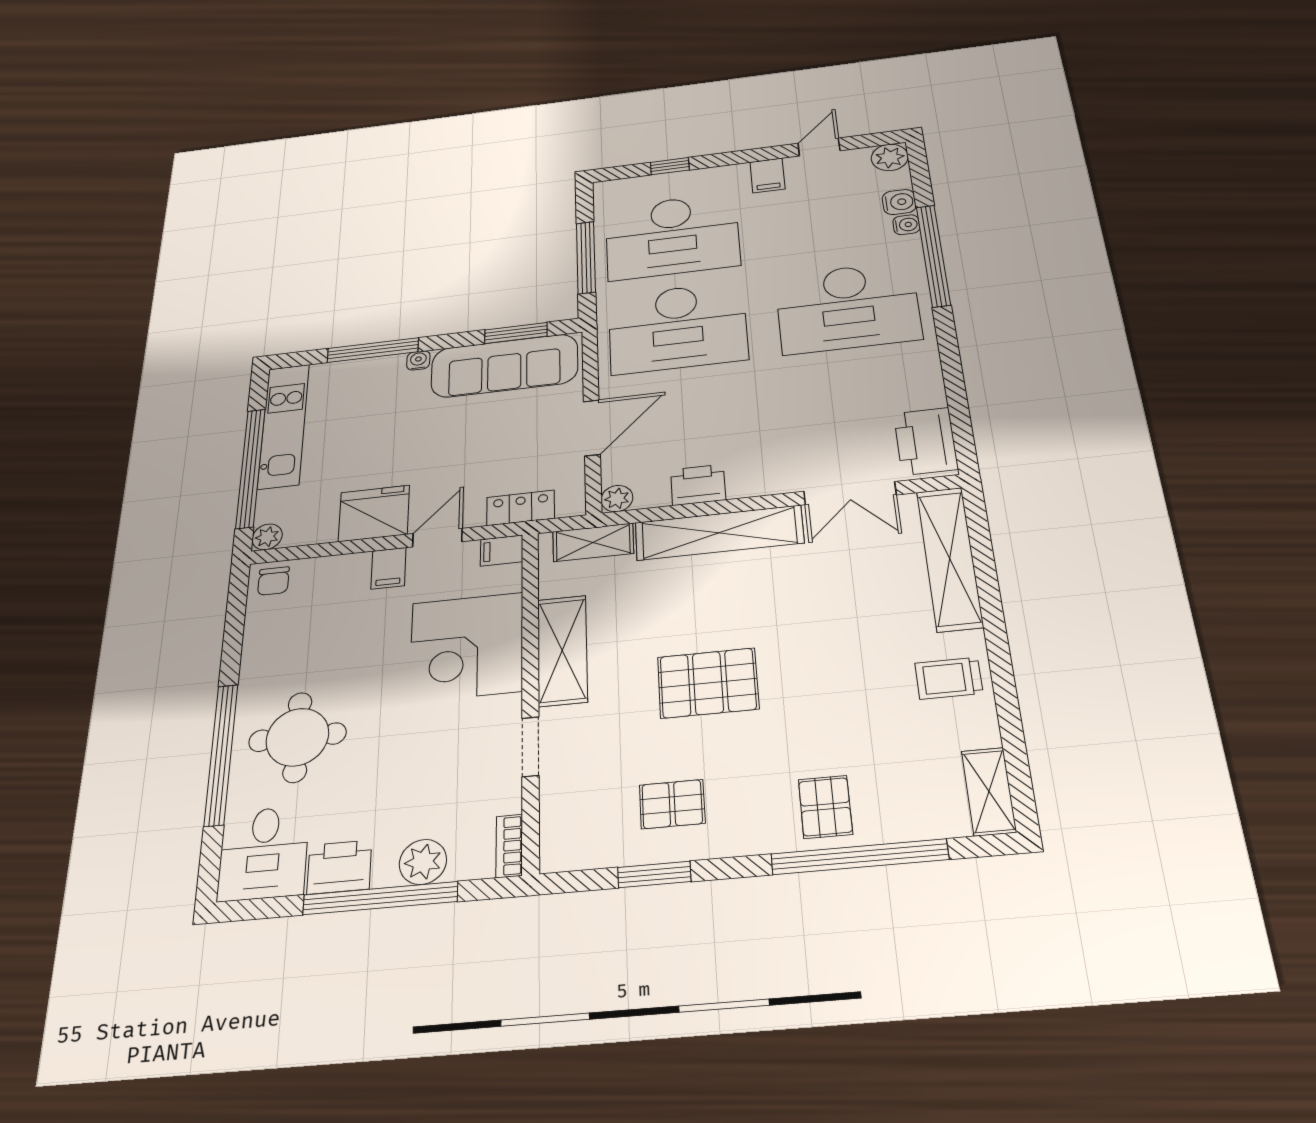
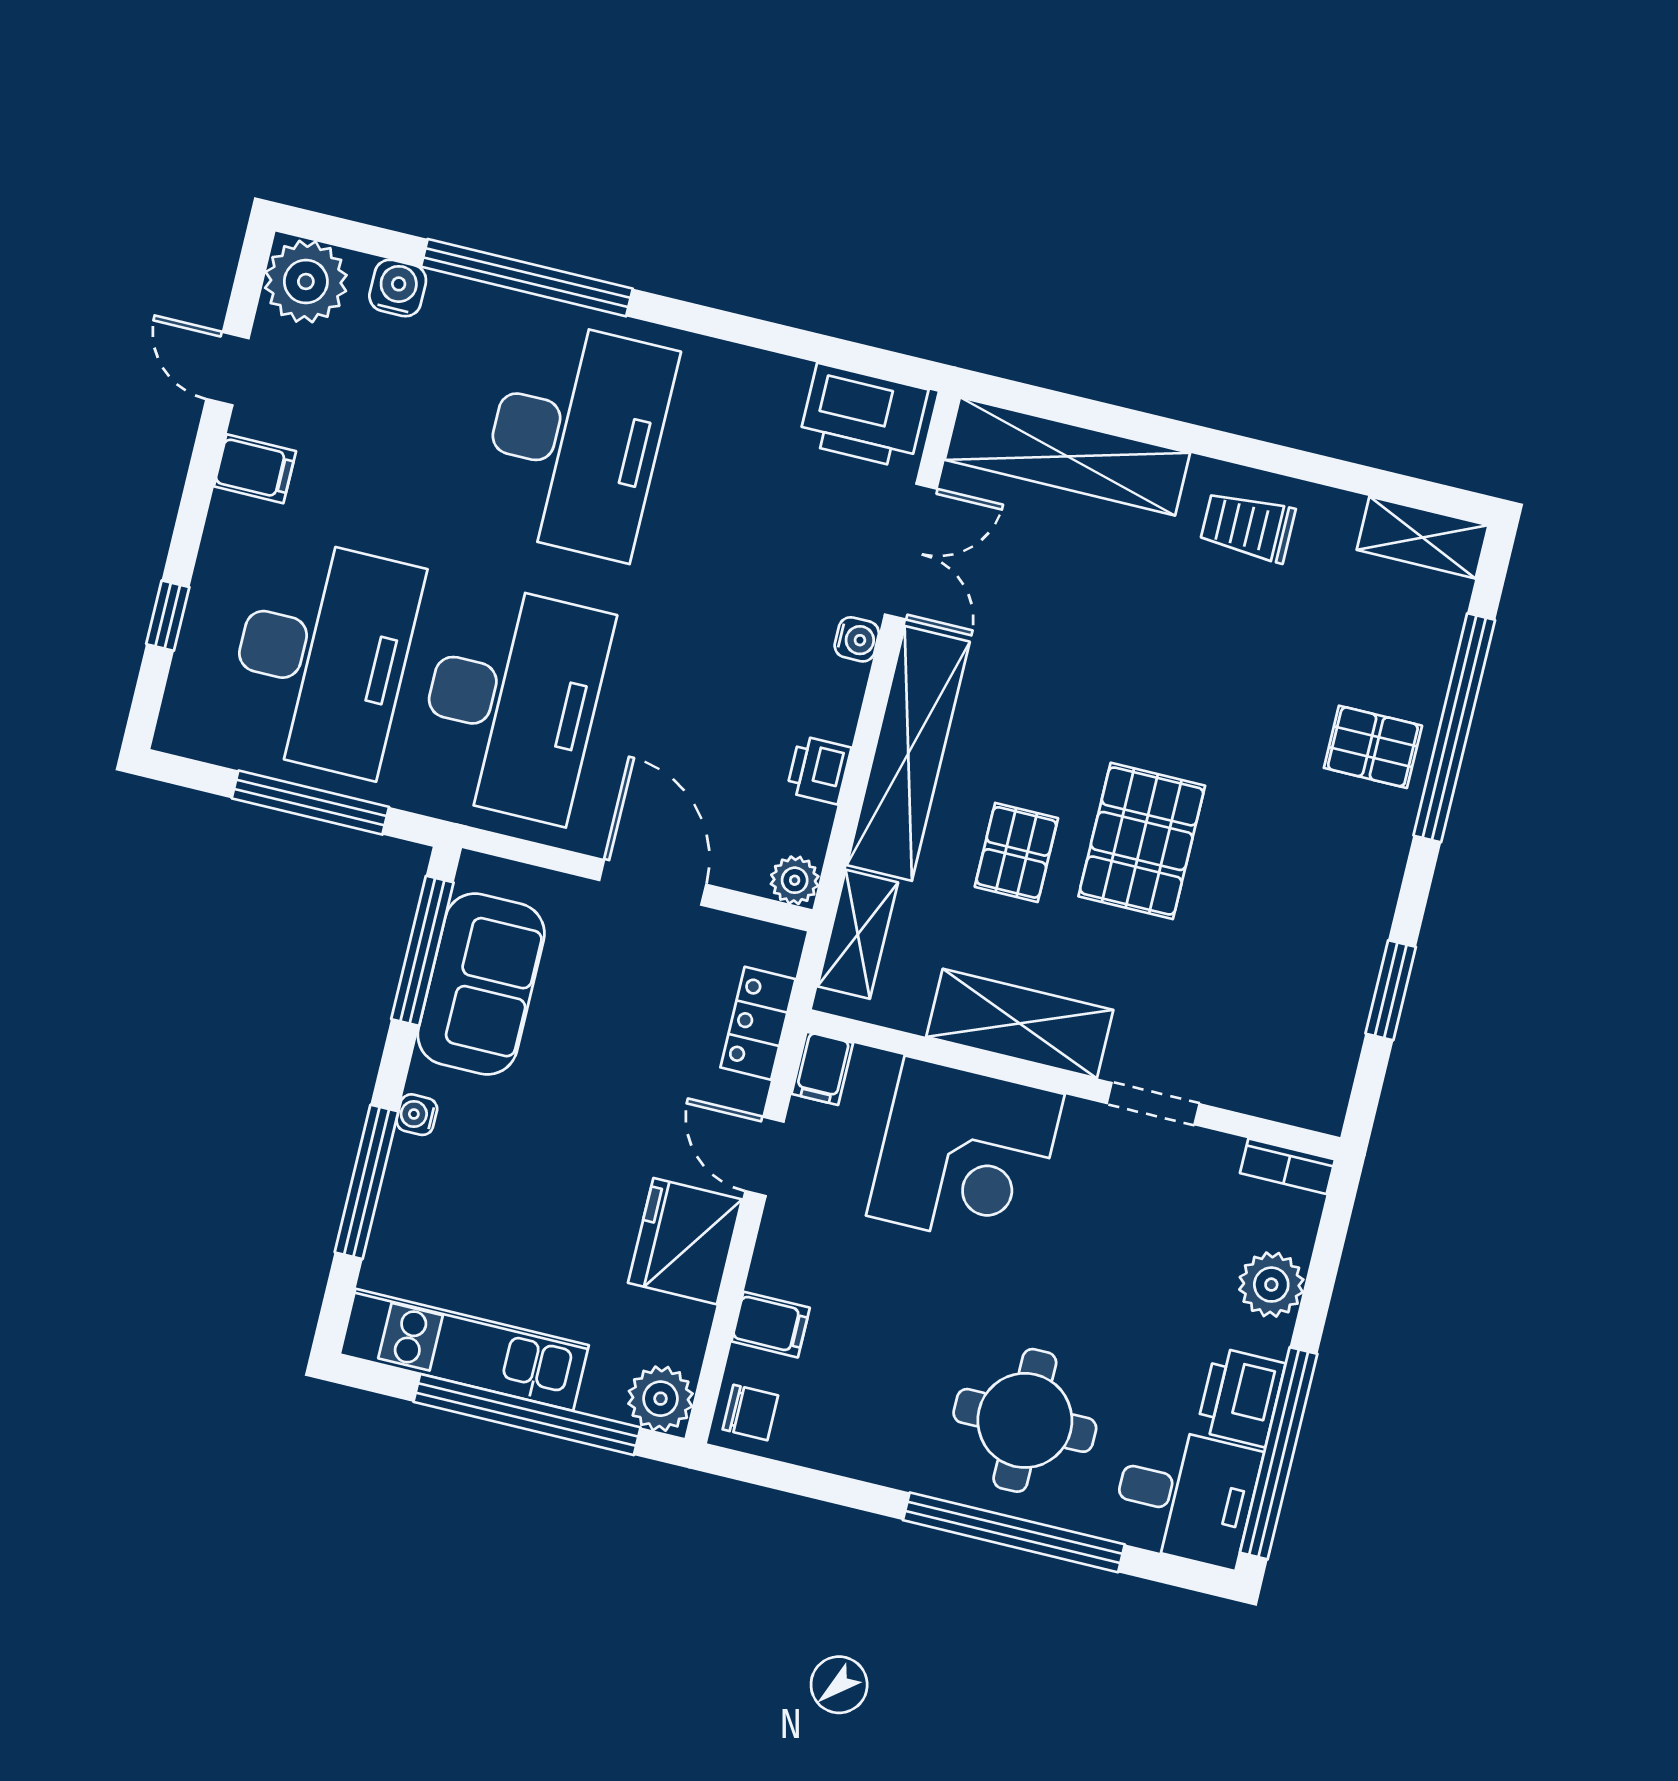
plant: (890, 157) -> (306, 281), width x1.36, depth x1.36
water cooler: (906, 225) -> (857, 639), moved, turned 90
window: (516, 333) -> (422, 951), width x1.44
sofa: (504, 366) -> (481, 984), width x0.73
printer: (698, 485) -> (819, 770), width x0.73, depth x0.81
plant: (267, 537) -> (661, 1399), width x1.38, depth x1.38
filing cabinet: (388, 568) -> (771, 1325), moved
trolley: (949, 678) -> (1248, 526), turned 90
pallet: (672, 804) -> (1016, 852), moved
window: (380, 898) -> (1279, 1453), moved

